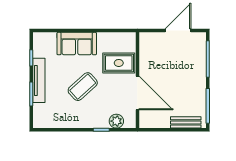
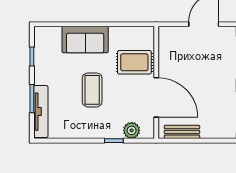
tv unit: (39, 80) -> (41, 112), moved
coffee table: (83, 87) -> (92, 90), turned -48
bench: (186, 122) -> (182, 132), moved

